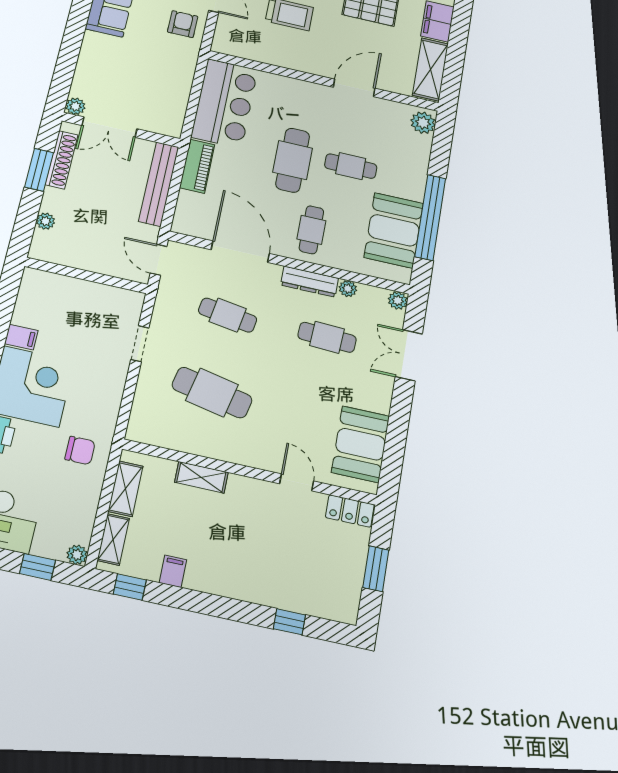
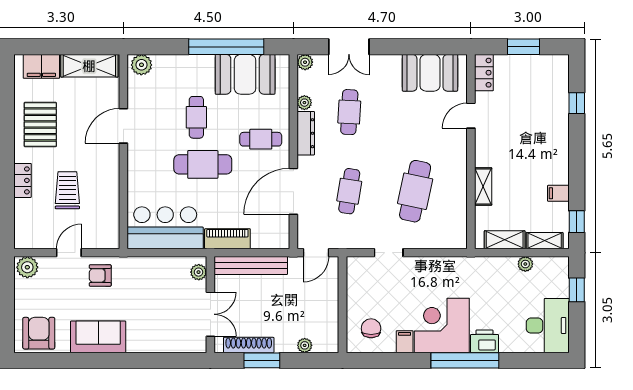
door: (354, 88) -> (123, 126), hinge flipped
plant: (75, 106) -> (199, 272), moved
chair: (80, 450) -> (371, 328), moved
plant: (77, 555) -> (525, 264), moved

